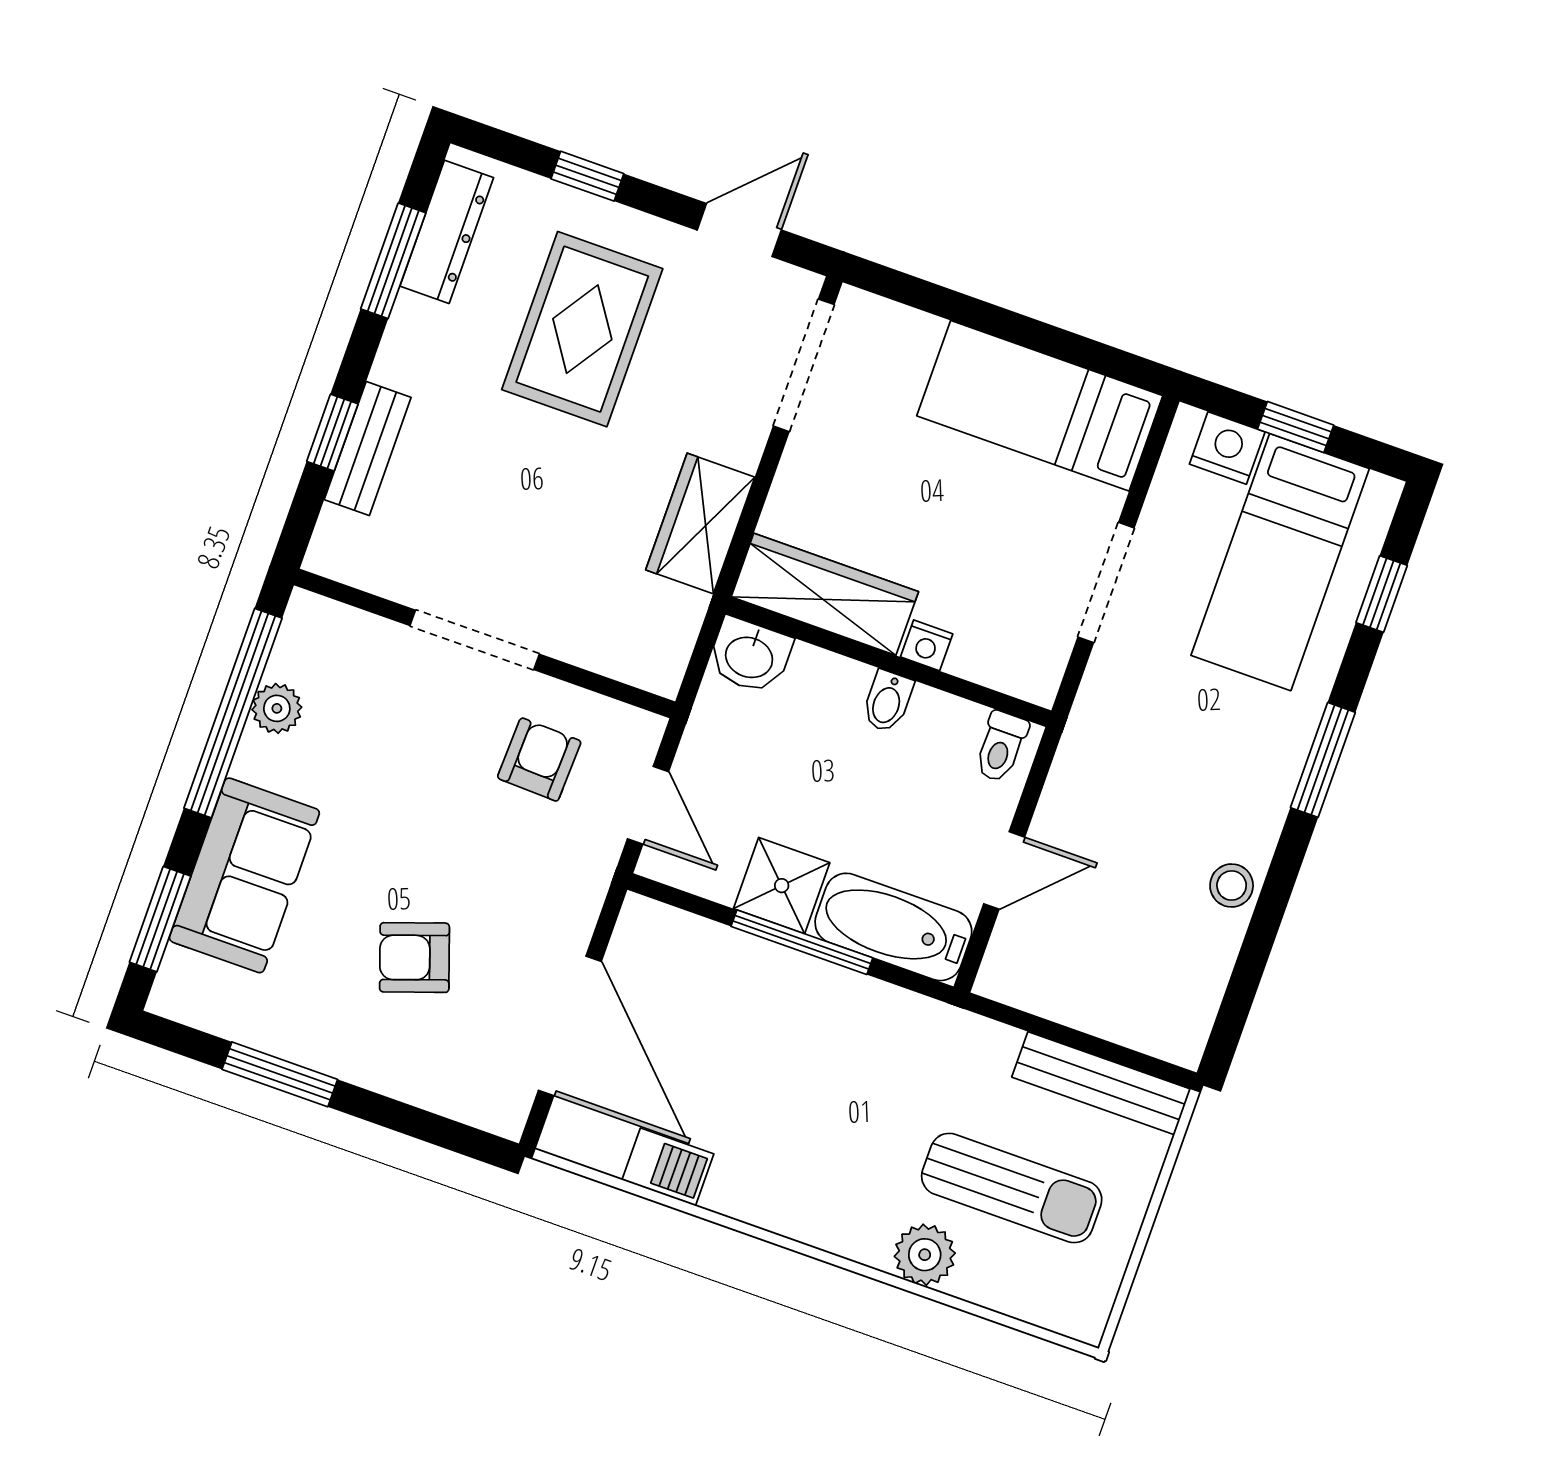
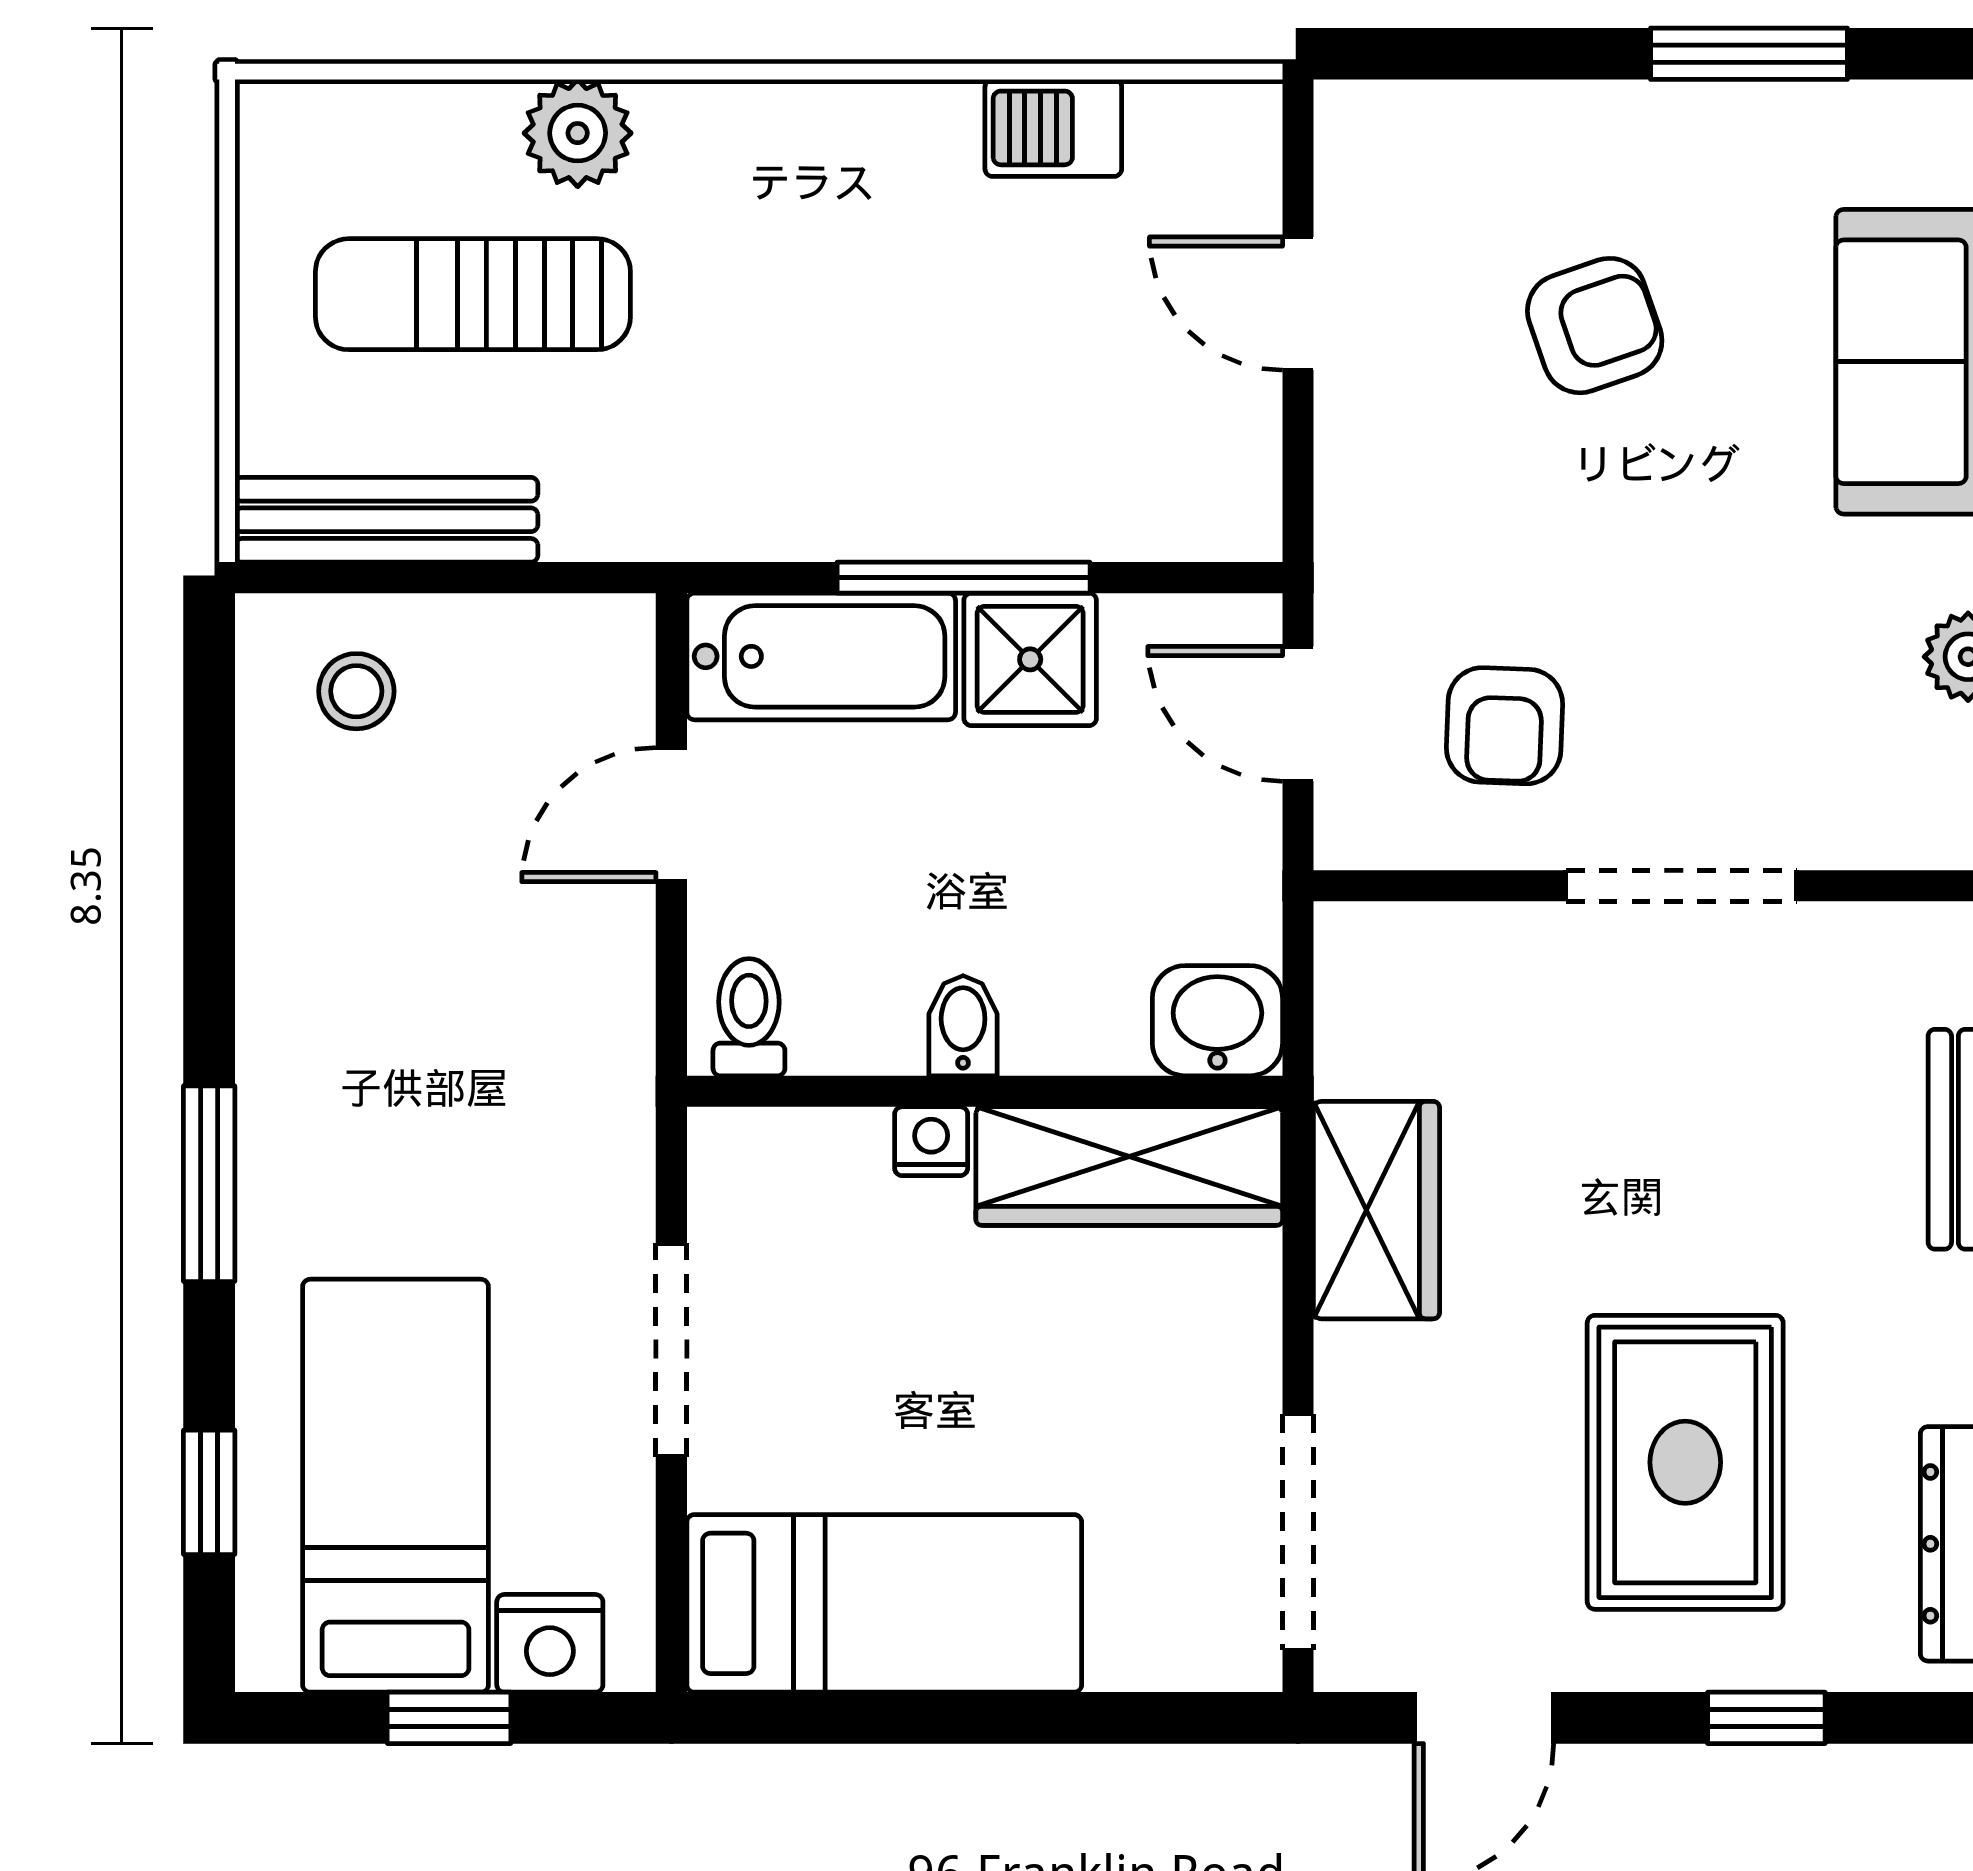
stool: (1232, 885) -> (356, 691), moved
door: (570, 1026) -> (1298, 304), width x0.53

